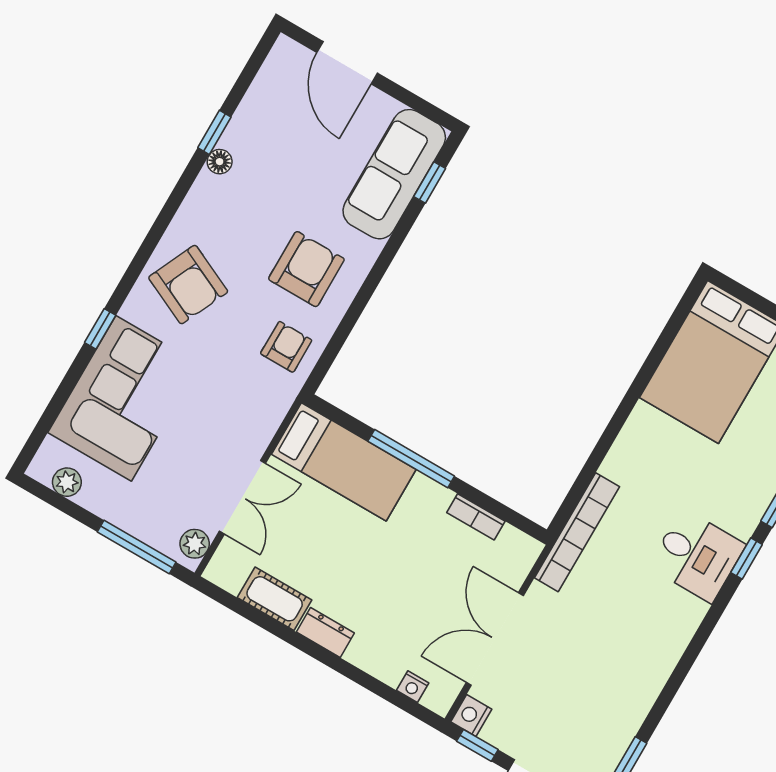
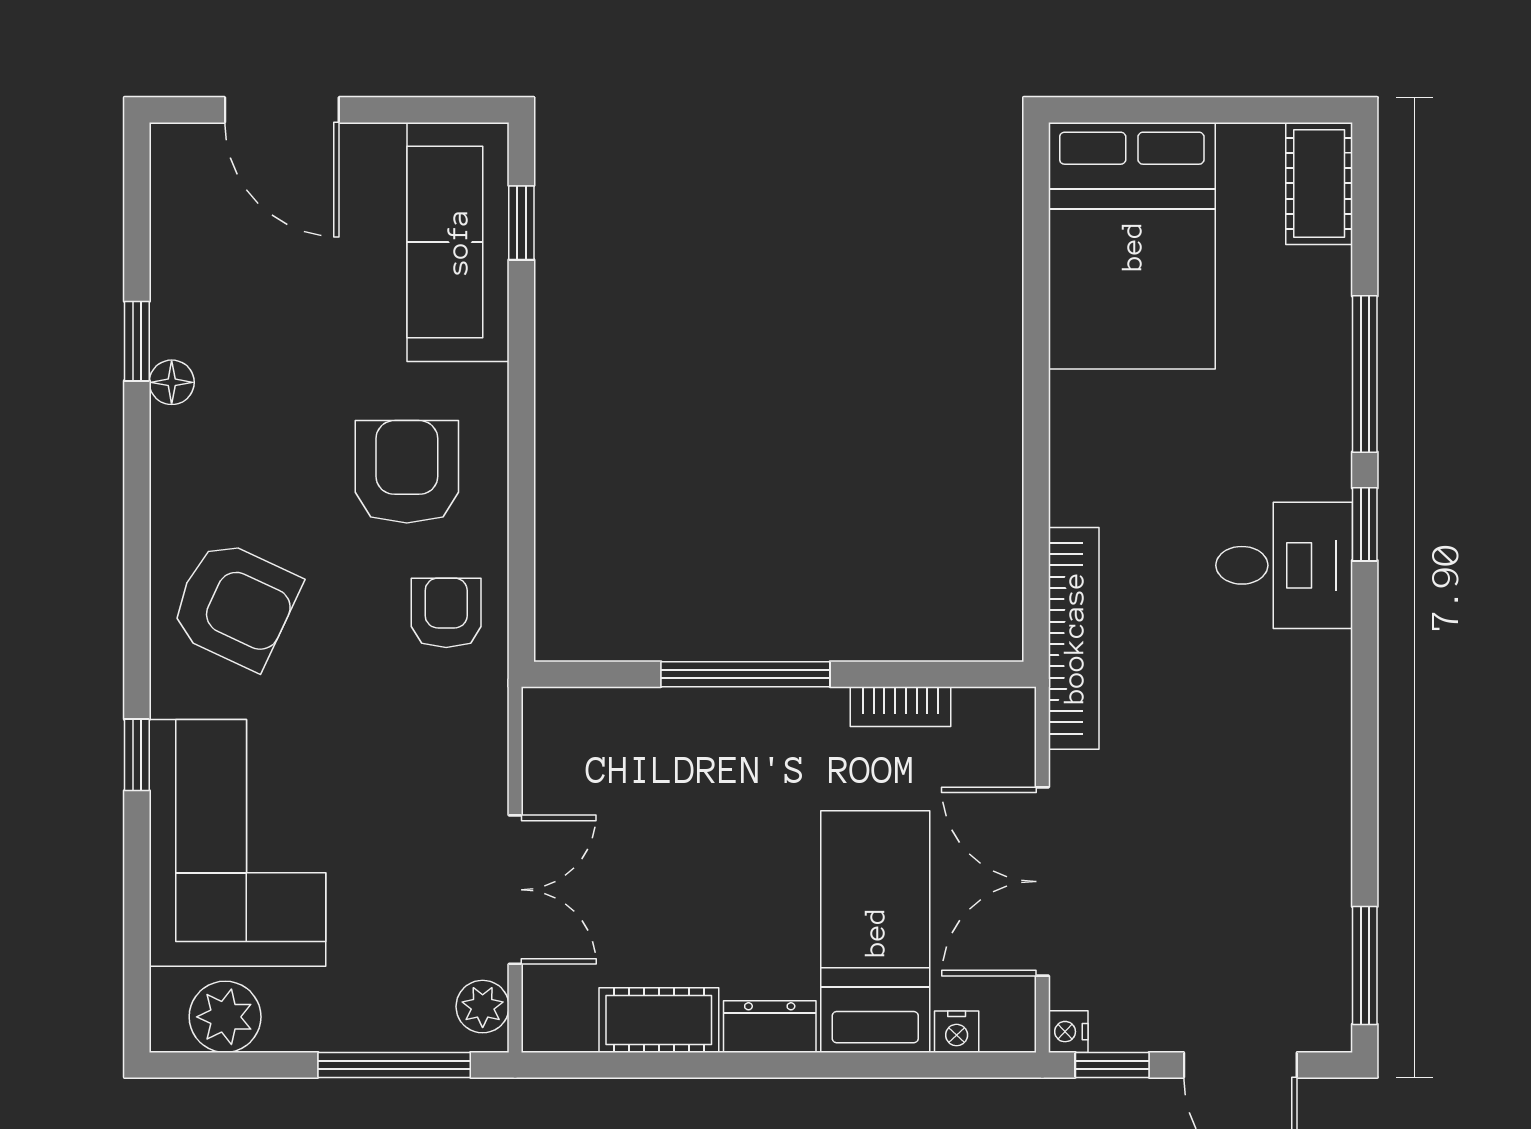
bed: (344, 462) -> (875, 932), moved, turned -90
plant: (67, 482) -> (225, 1017), width x1.38, depth x1.38
nightstand: (471, 715) -> (1068, 1032), width x0.72, depth x0.74

